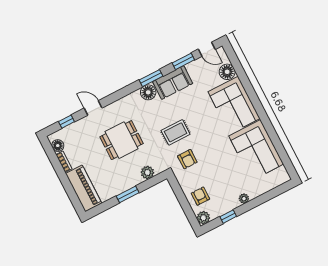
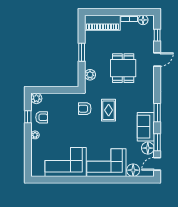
floor lamp: (148, 92) -> (148, 148), moved
armchair: (200, 196) -> (42, 117), moved

